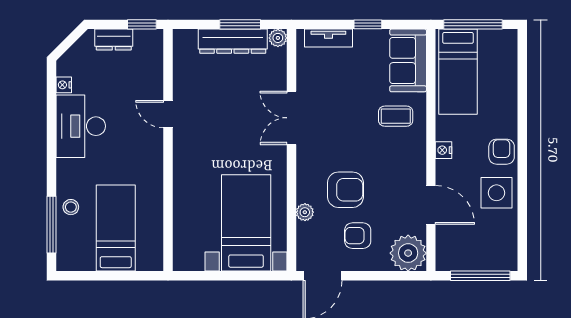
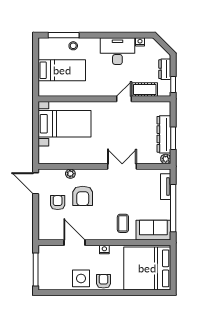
window: (368, 24) -> (173, 208), width x3.17
window: (473, 24) -> (173, 266), removed
bed: (458, 72) -> (147, 268), width x2.04
cot: (151, 76) -> (145, 90), added
armchair: (502, 152) -> (104, 281), turned -90
door: (431, 205) -> (74, 243), swing flipped
bed with nightstands: (246, 223) -> (65, 124), moved
plant: (408, 253) -> (48, 230), removed

